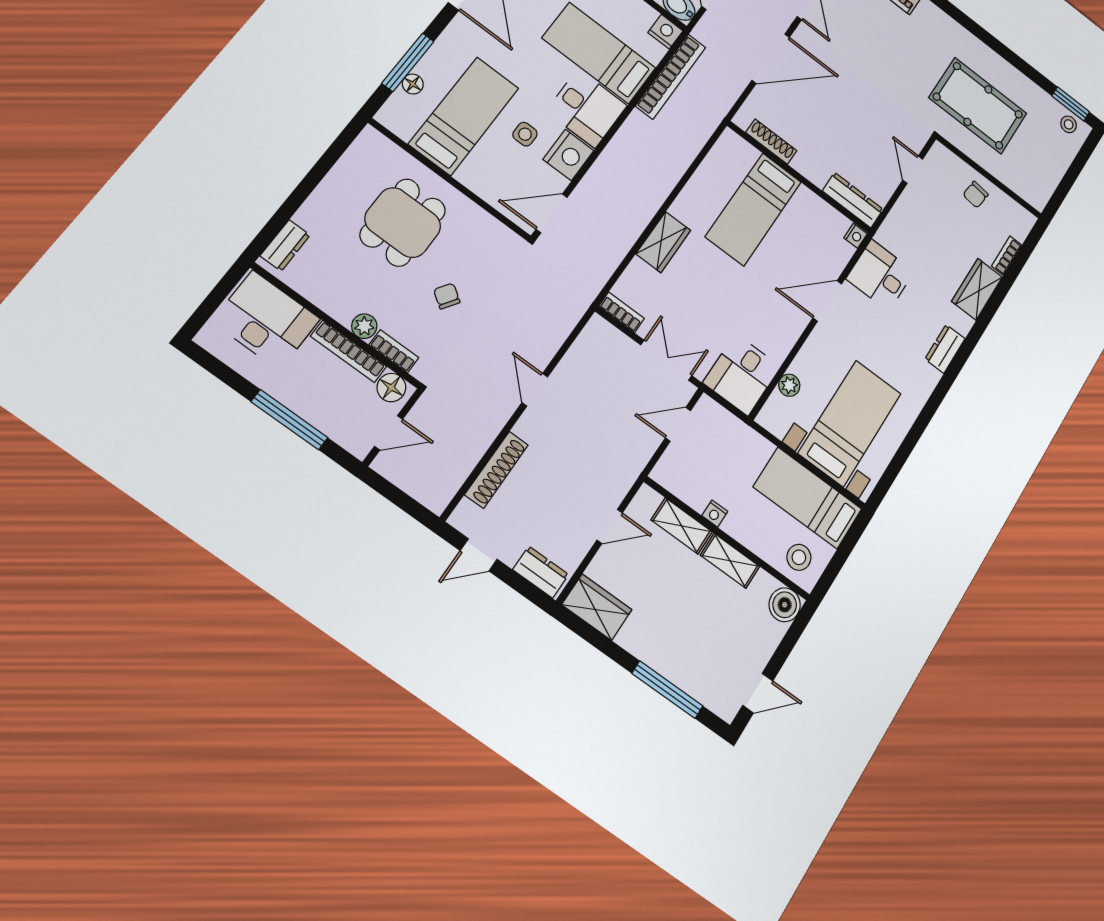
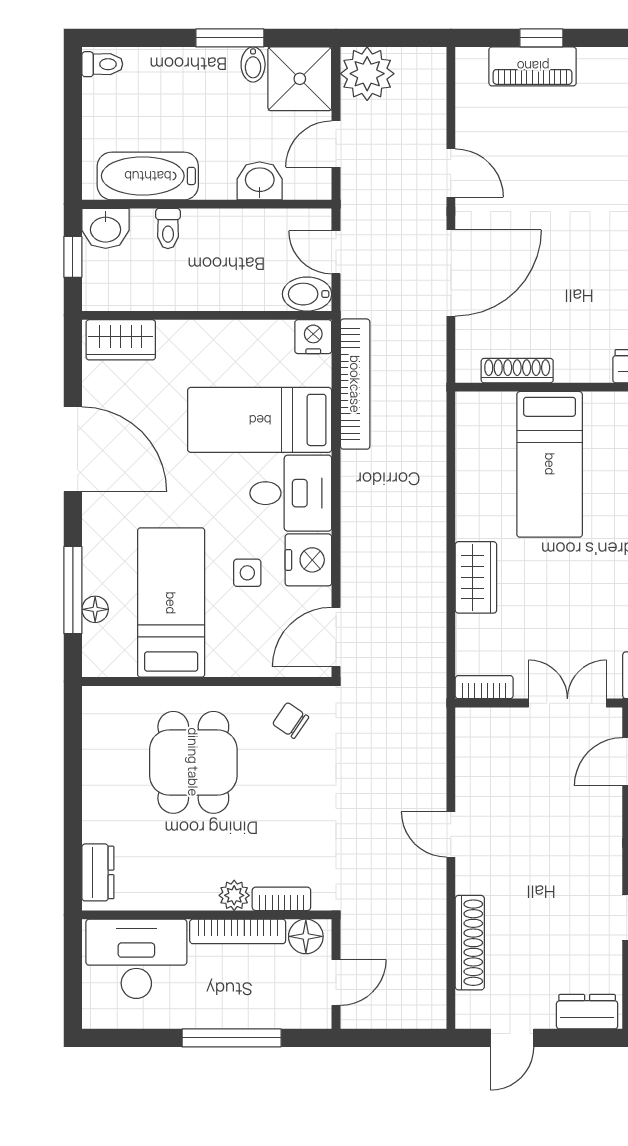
chair: (447, 296) -> (291, 720), moved

